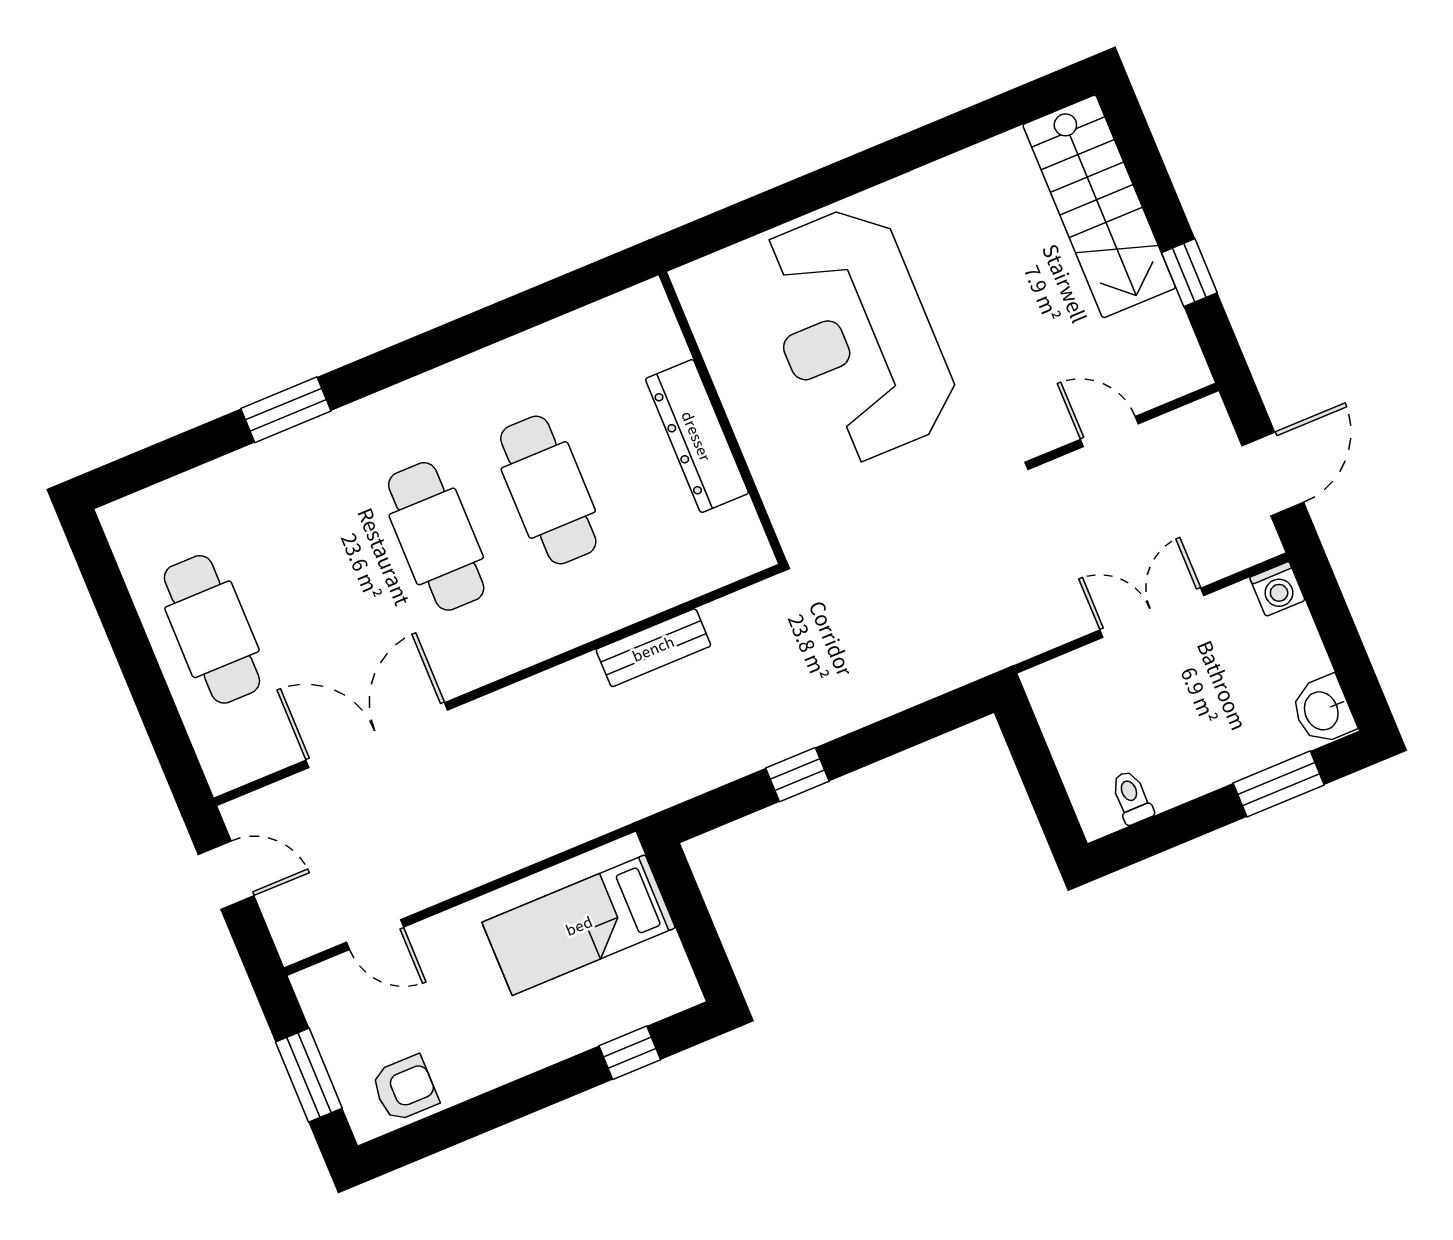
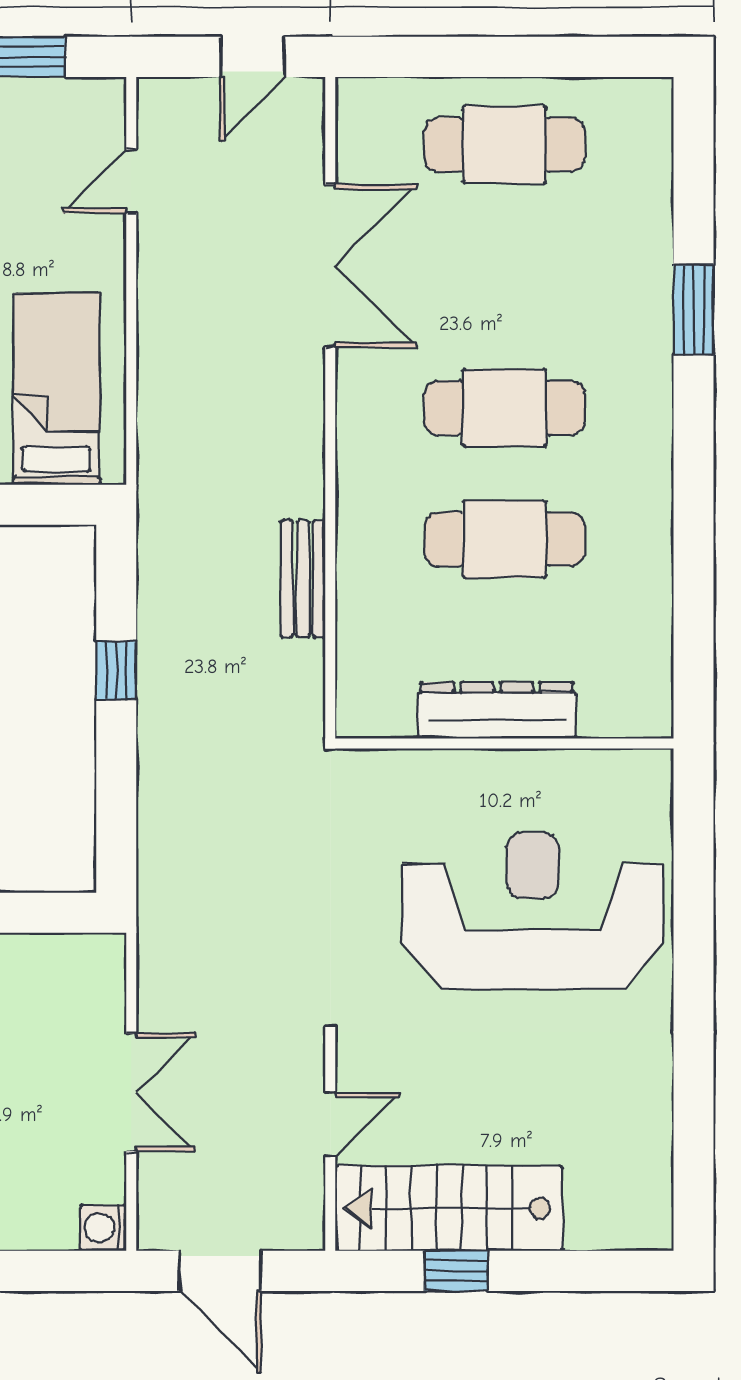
stairs: (1099, 206) -> (449, 1208), moved

